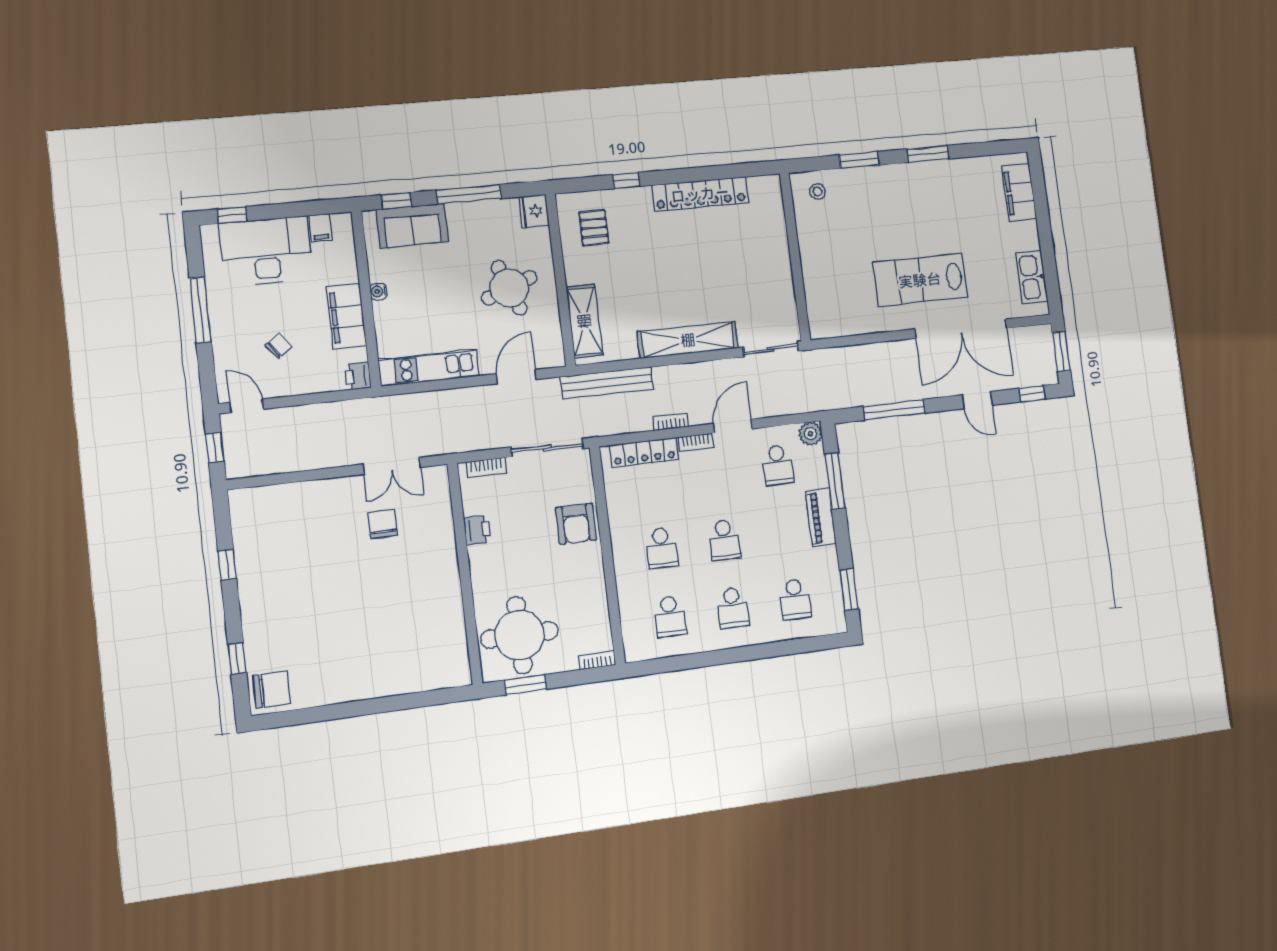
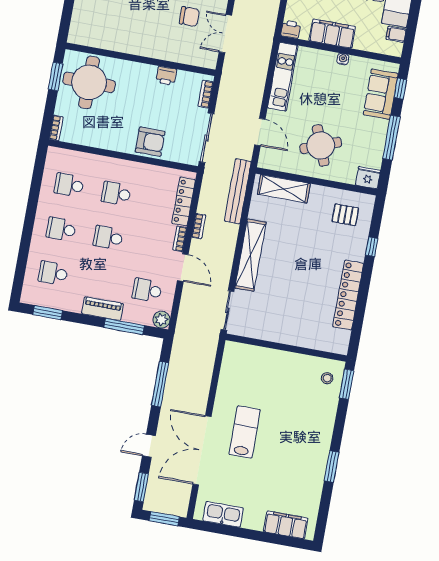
window: (859, 160) -> (347, 384), moved
lab bench: (920, 280) -> (245, 432), width x0.73, depth x0.72
window: (1032, 394) -> (141, 487), width x1.50
armchair: (576, 524) -> (150, 142), turned 180

